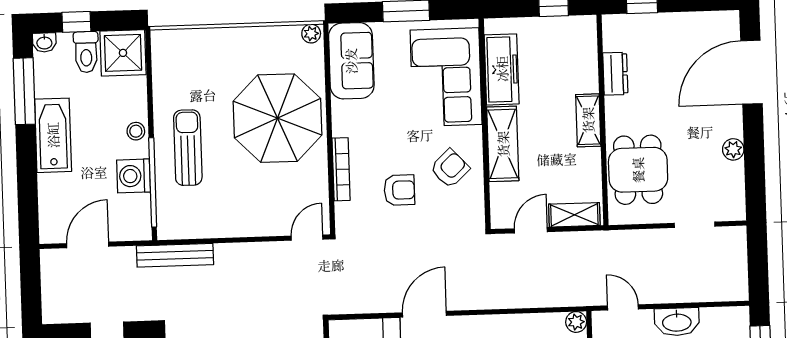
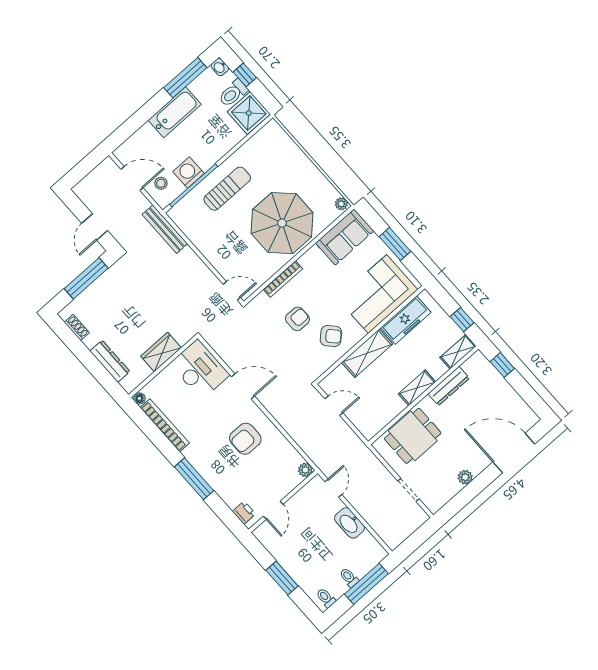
dresser: (615, 74) -> (449, 386), width x1.44
stool: (136, 131) -> (161, 183), moved
armchair: (399, 190) -> (297, 319), turned -90
shelving: (574, 215) -> (458, 352), moved, turned 90

